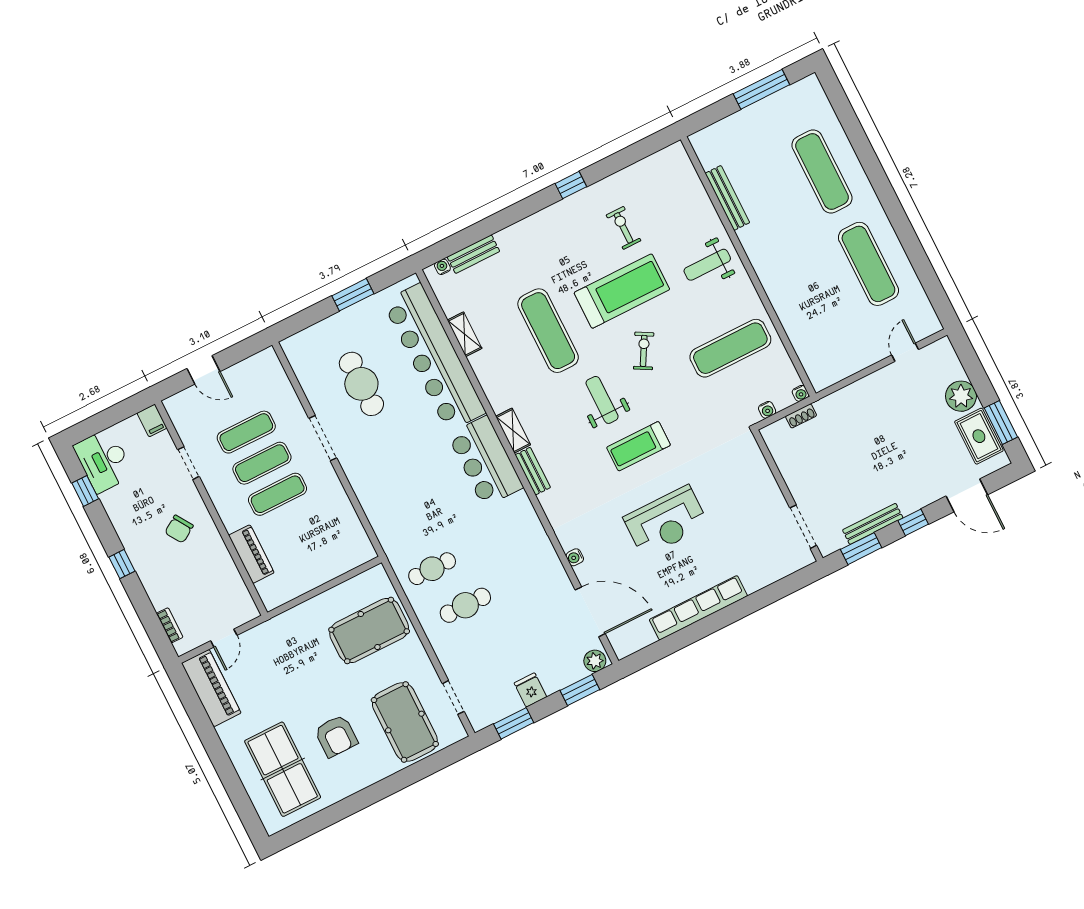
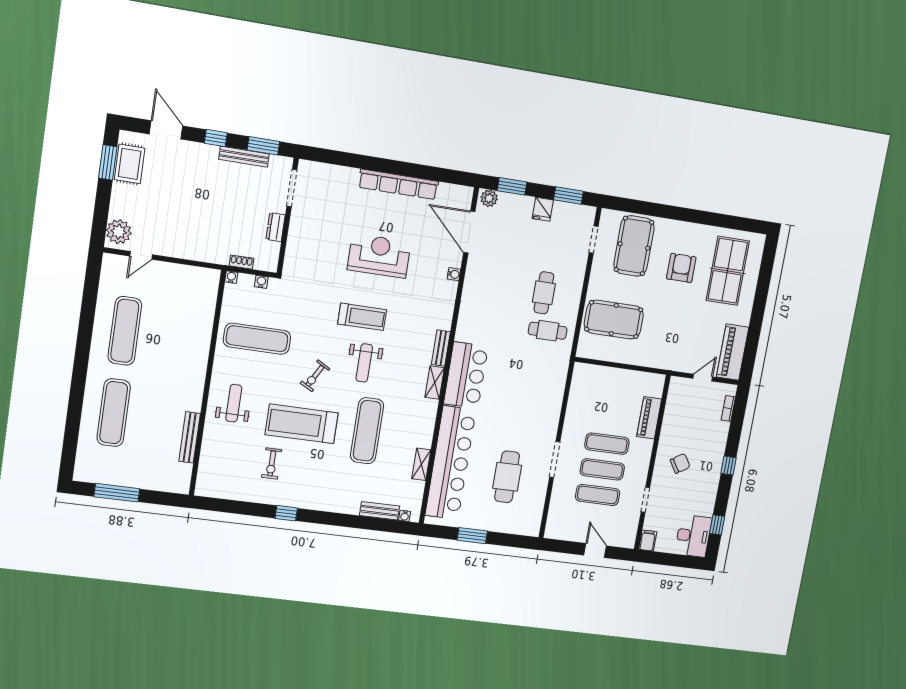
weight bench: (707, 265) -> (234, 403), turned -90
plant: (961, 396) -> (119, 232), moved
dresser: (792, 476) -> (276, 227), added
cafe table: (465, 605) -> (544, 293), turned 90

